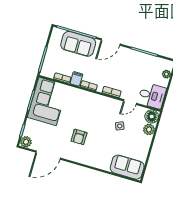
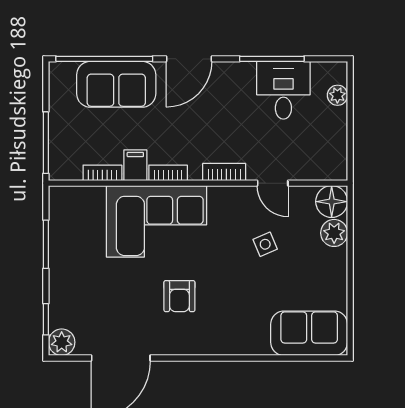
desk: (152, 96) -> (283, 90), moved, turned -90
corner sofa: (47, 101) -> (156, 221), moved, turned 90
door: (130, 102) -> (273, 183), hinge flipped

